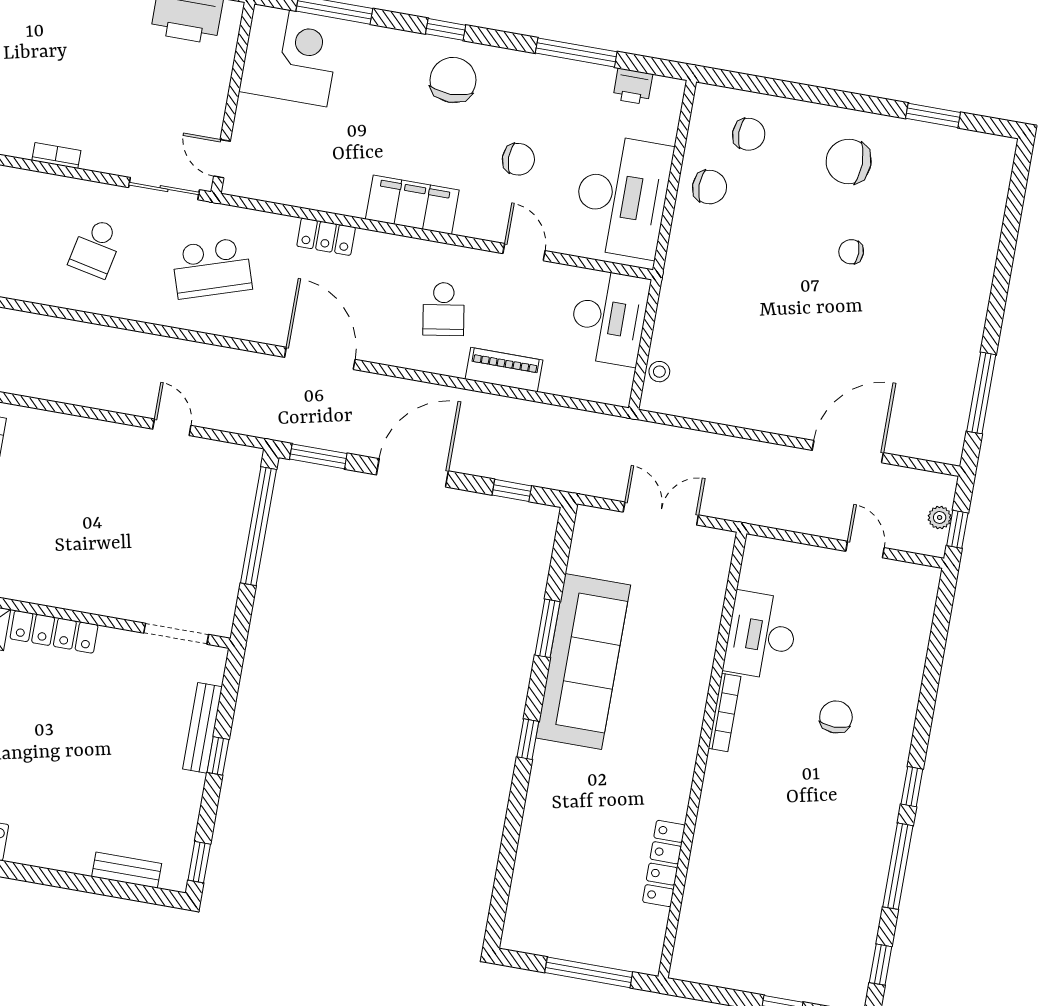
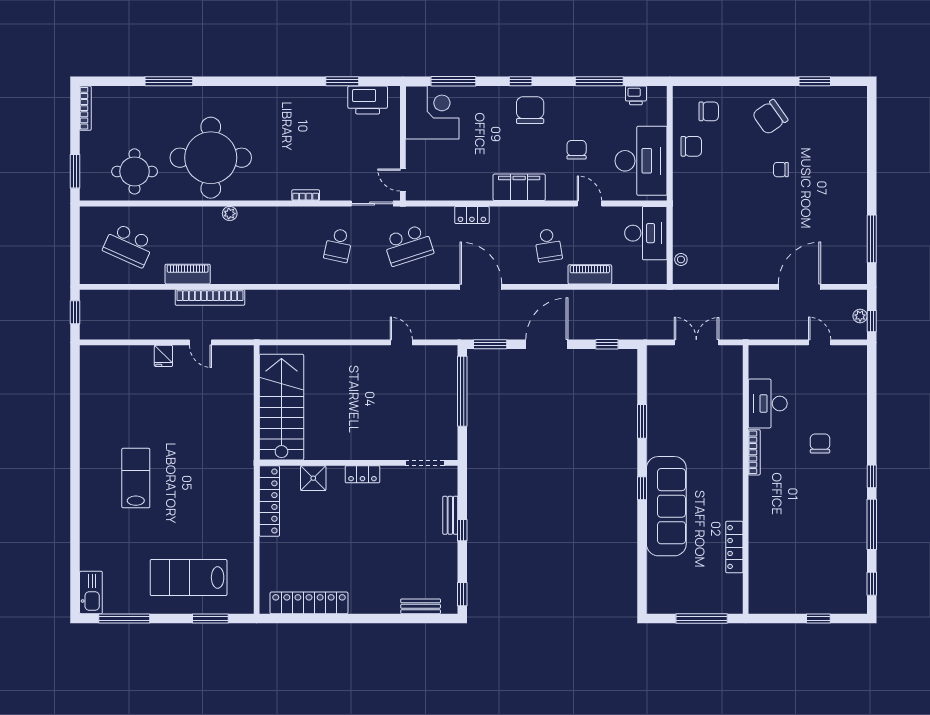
chair: (518, 159) -> (577, 150), turned -90
chair: (849, 161) -> (770, 117), turned -35
locker: (54, 632) -> (362, 474), width x0.66
sofa: (583, 661) -> (666, 506), moved
bench: (202, 728) -> (450, 515), width x0.73

